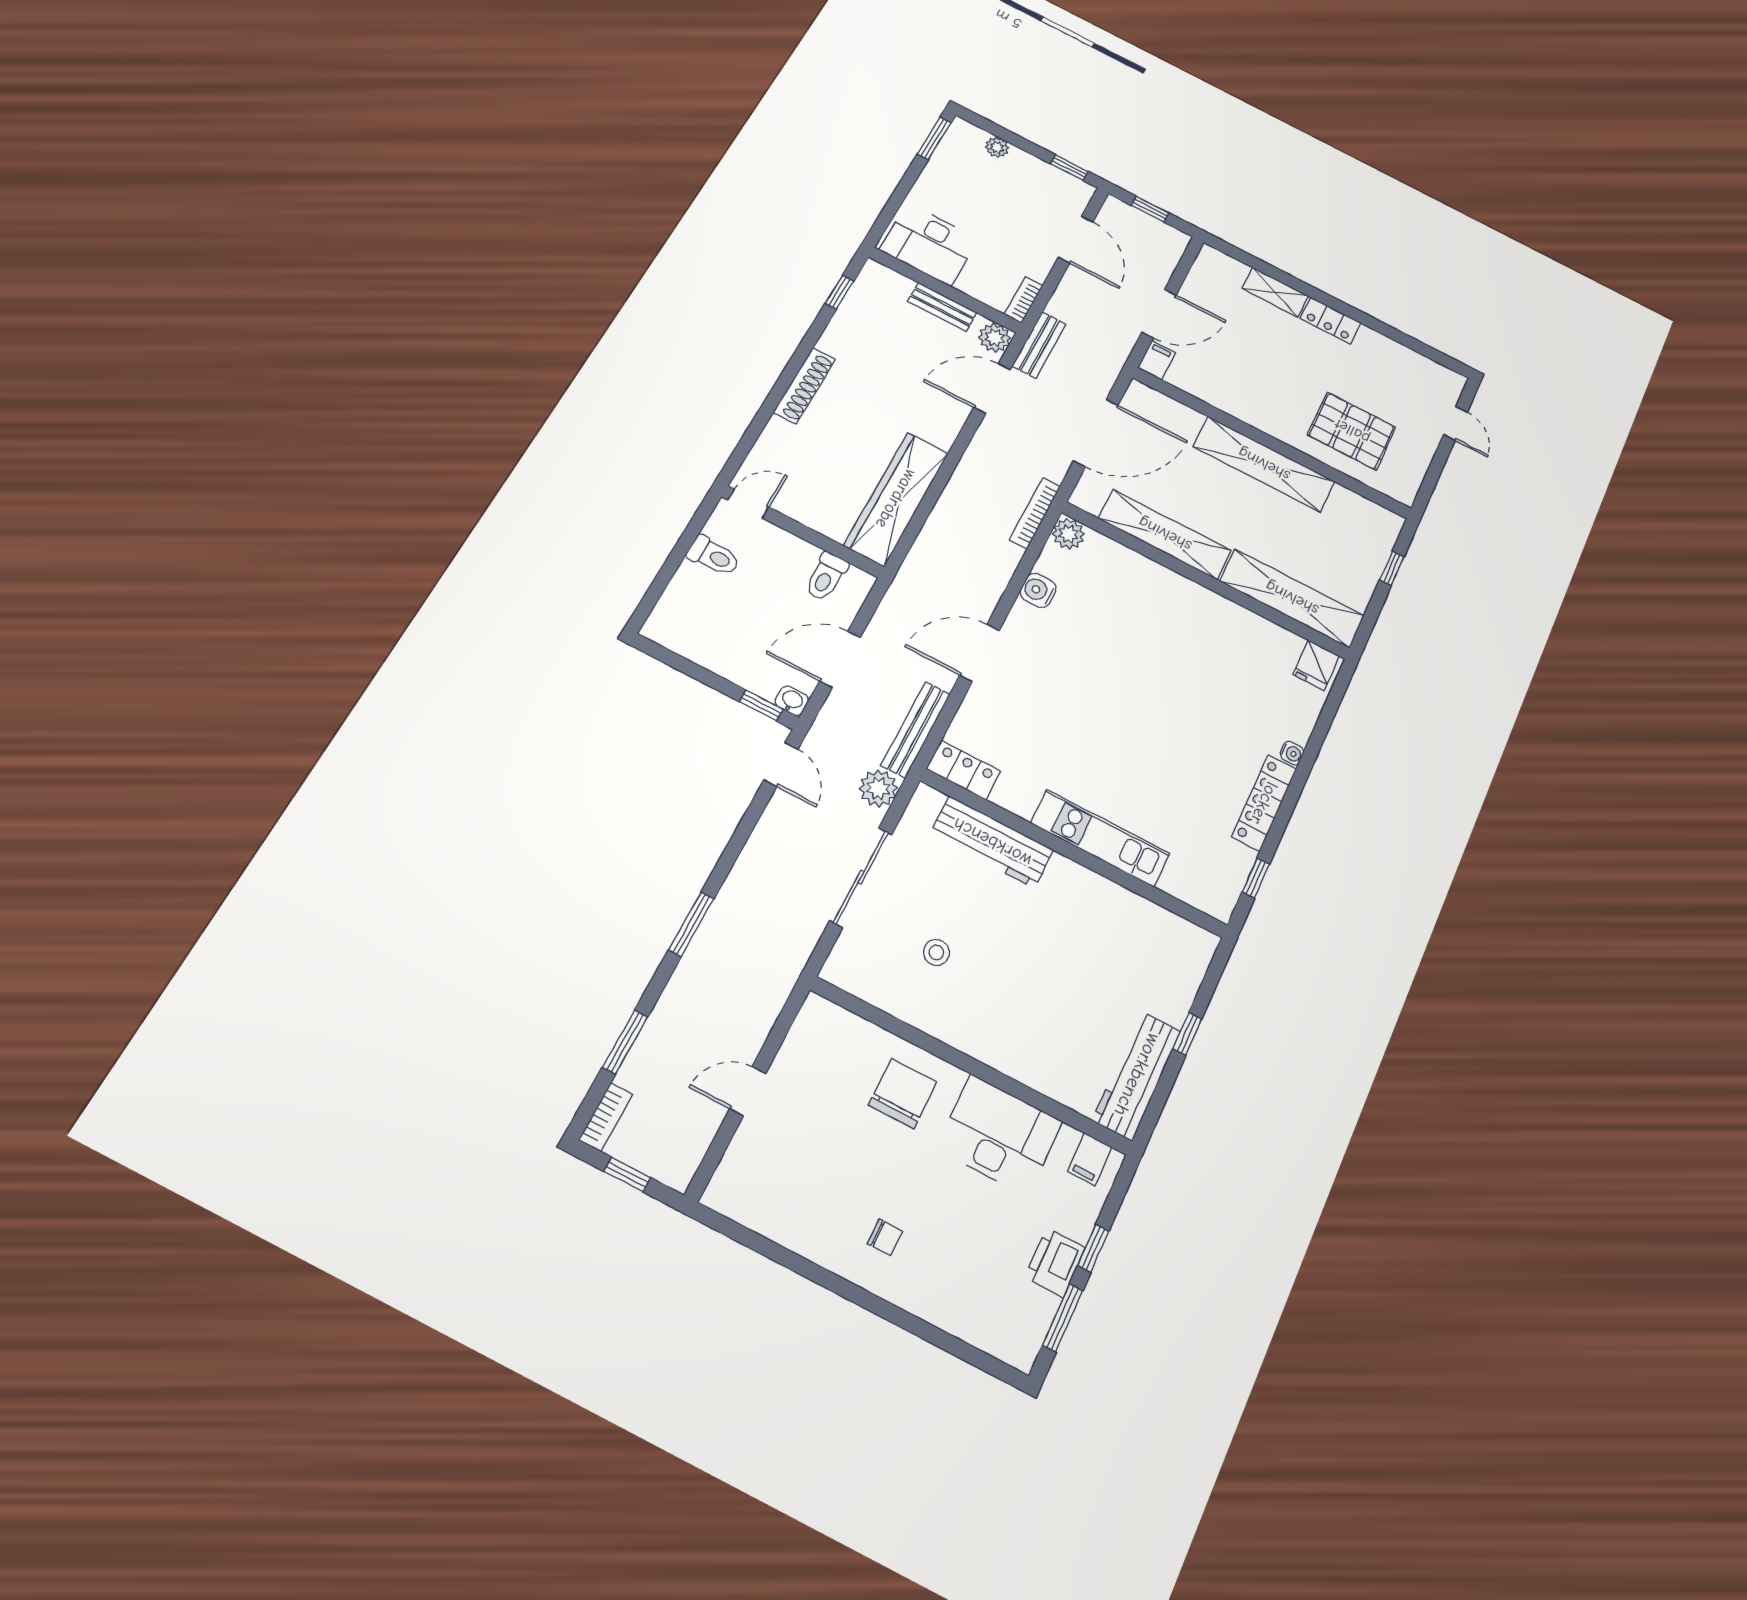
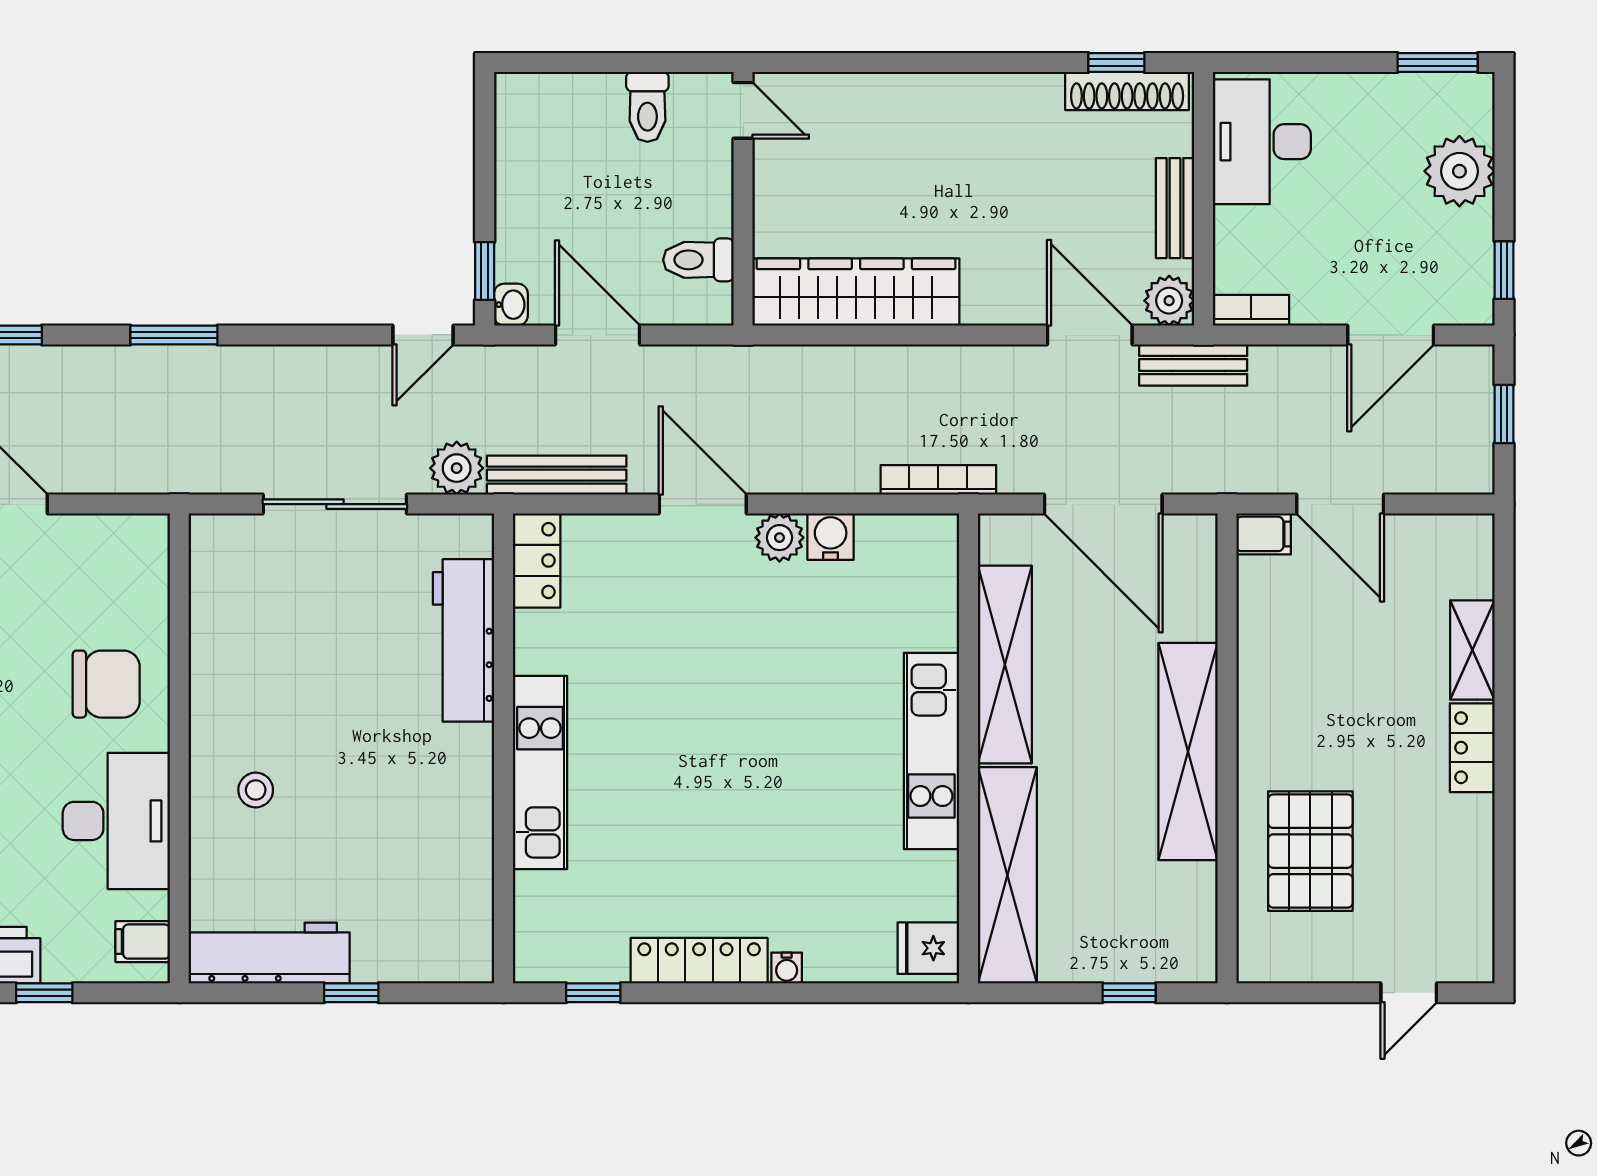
plant: (997, 147) -> (1459, 171), width x1.88, depth x1.88
shoe rack: (804, 386) -> (1127, 91), moved
plant: (1068, 534) -> (779, 538), moved
kitchen unit: (1197, 602) -> (931, 751), added
stool: (936, 952) -> (256, 790), moved

